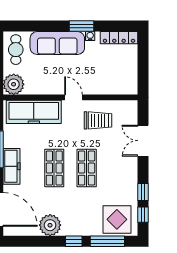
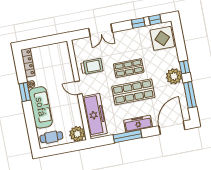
door: (73, 97) -> (78, 88), hinge flipped
trolley: (98, 120) -> (92, 66), turned 90
shop shelf: (54, 168) -> (133, 92), width x1.43, depth x1.36
plant: (50, 225) -> (174, 76), moved
window: (107, 241) -> (190, 95), moved

